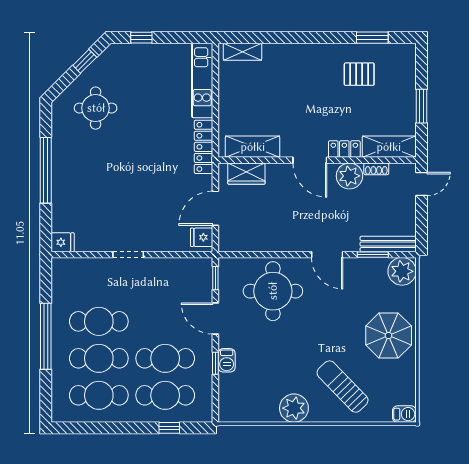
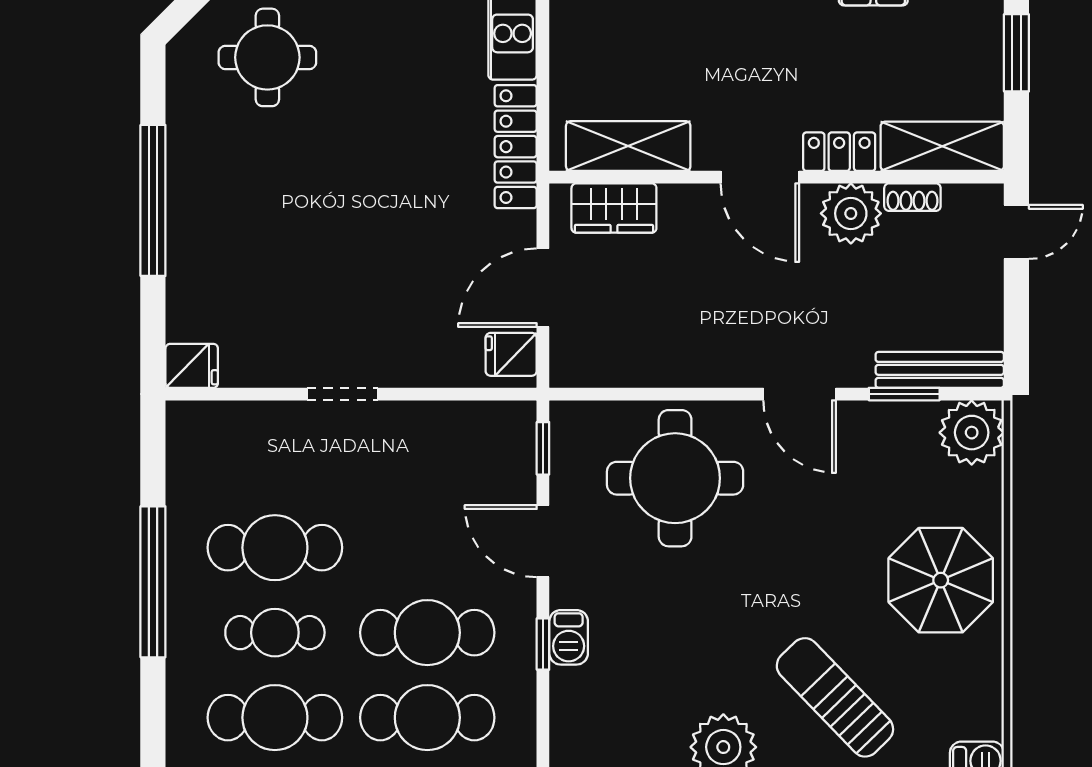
cafe table: (99, 358) -> (275, 633), width x0.73, depth x0.74

